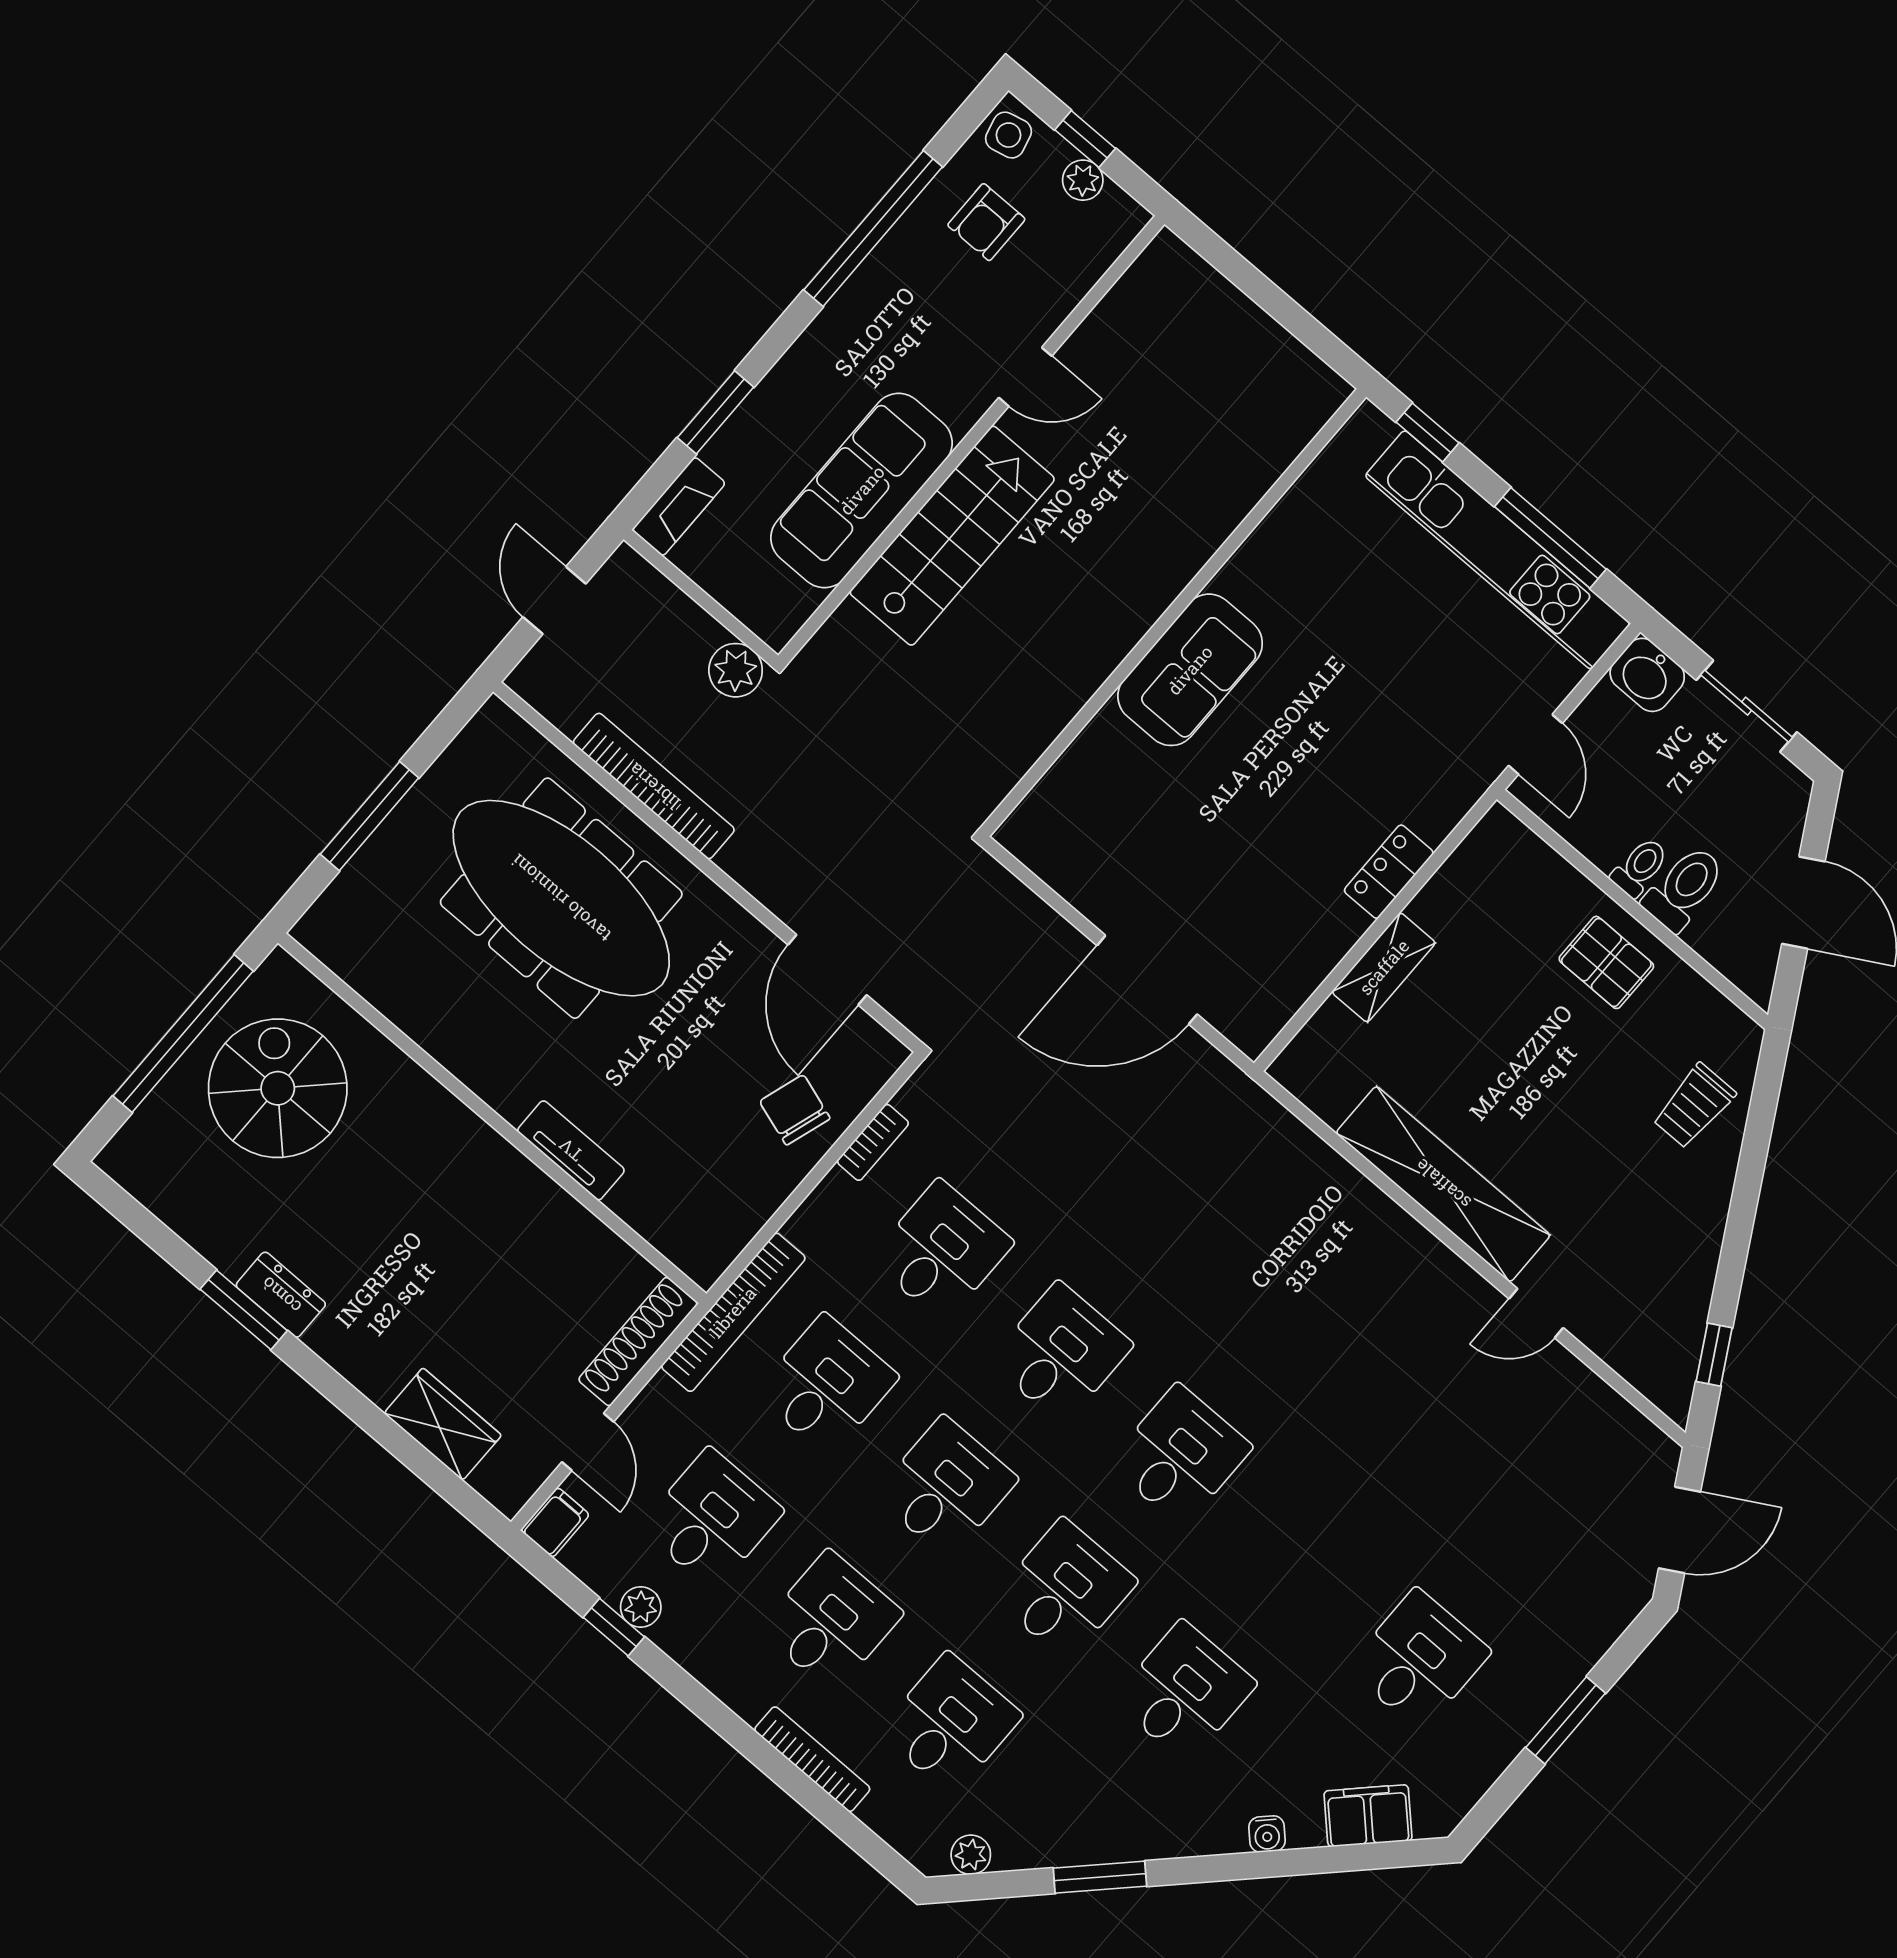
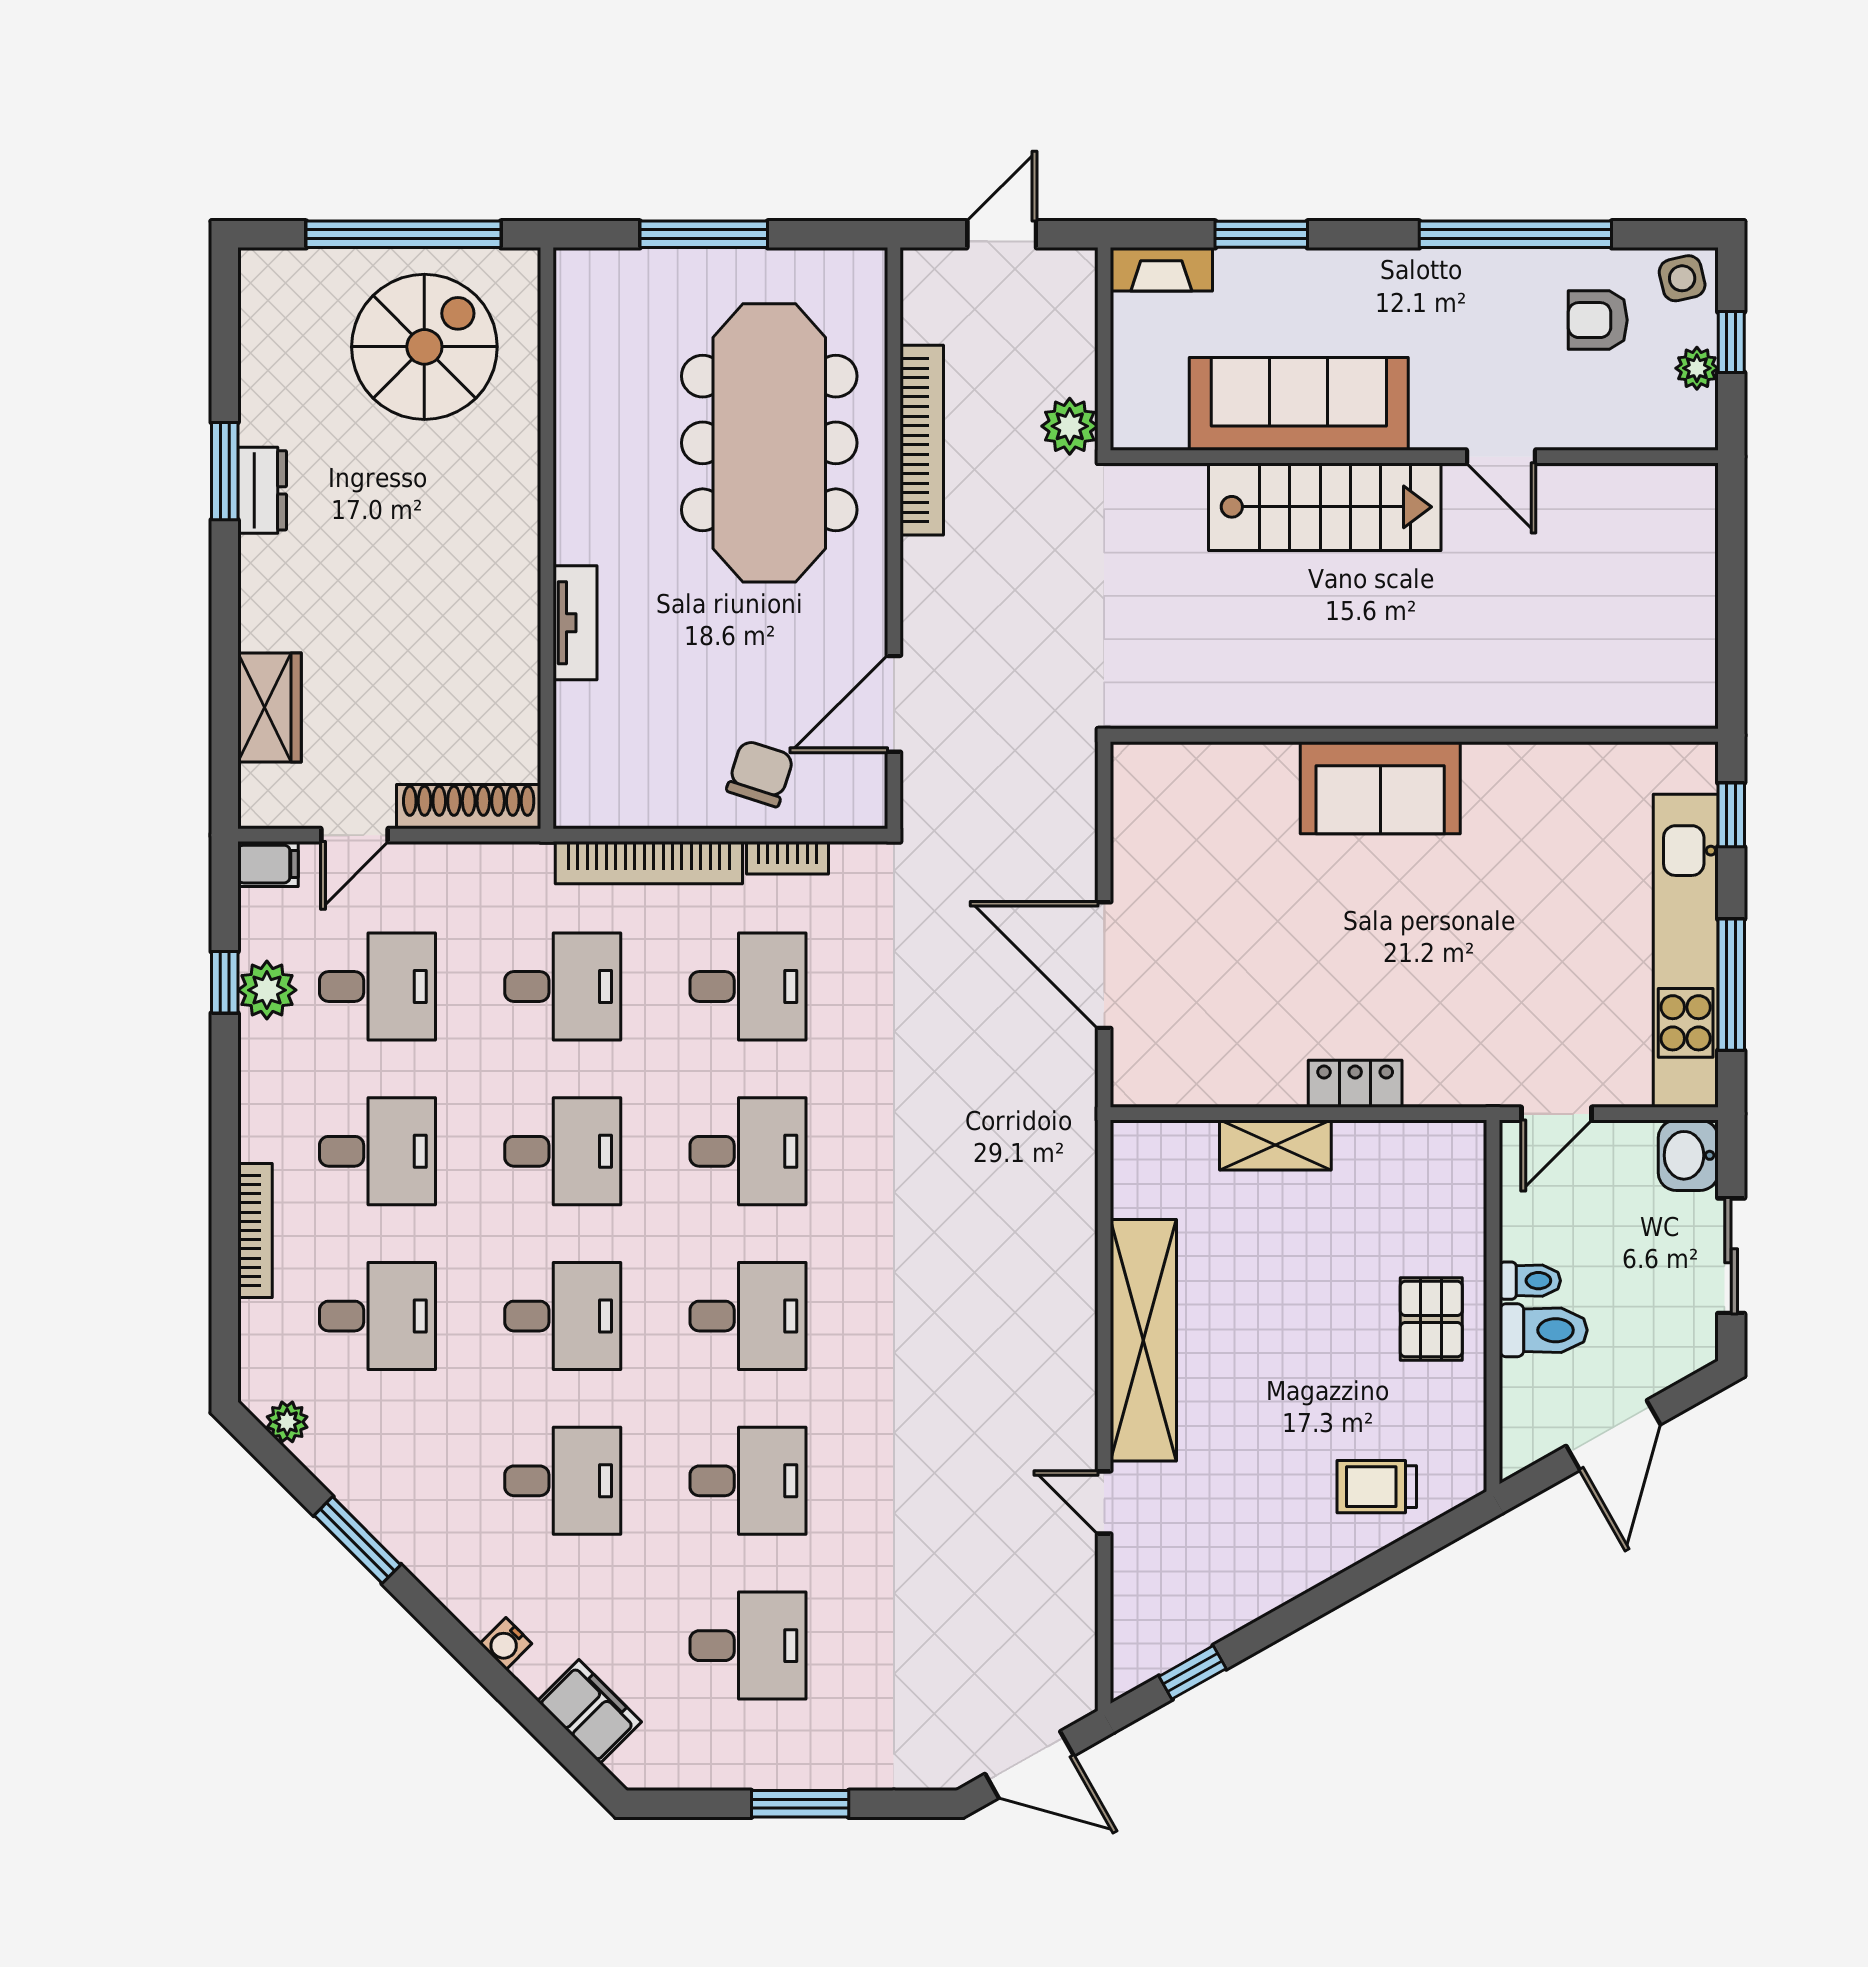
bookcase: (733, 1312) -> (649, 863), moved
desk: (1299, 1558) -> (748, 1481), added
plant: (641, 1607) -> (267, 990), width x1.38, depth x1.38

